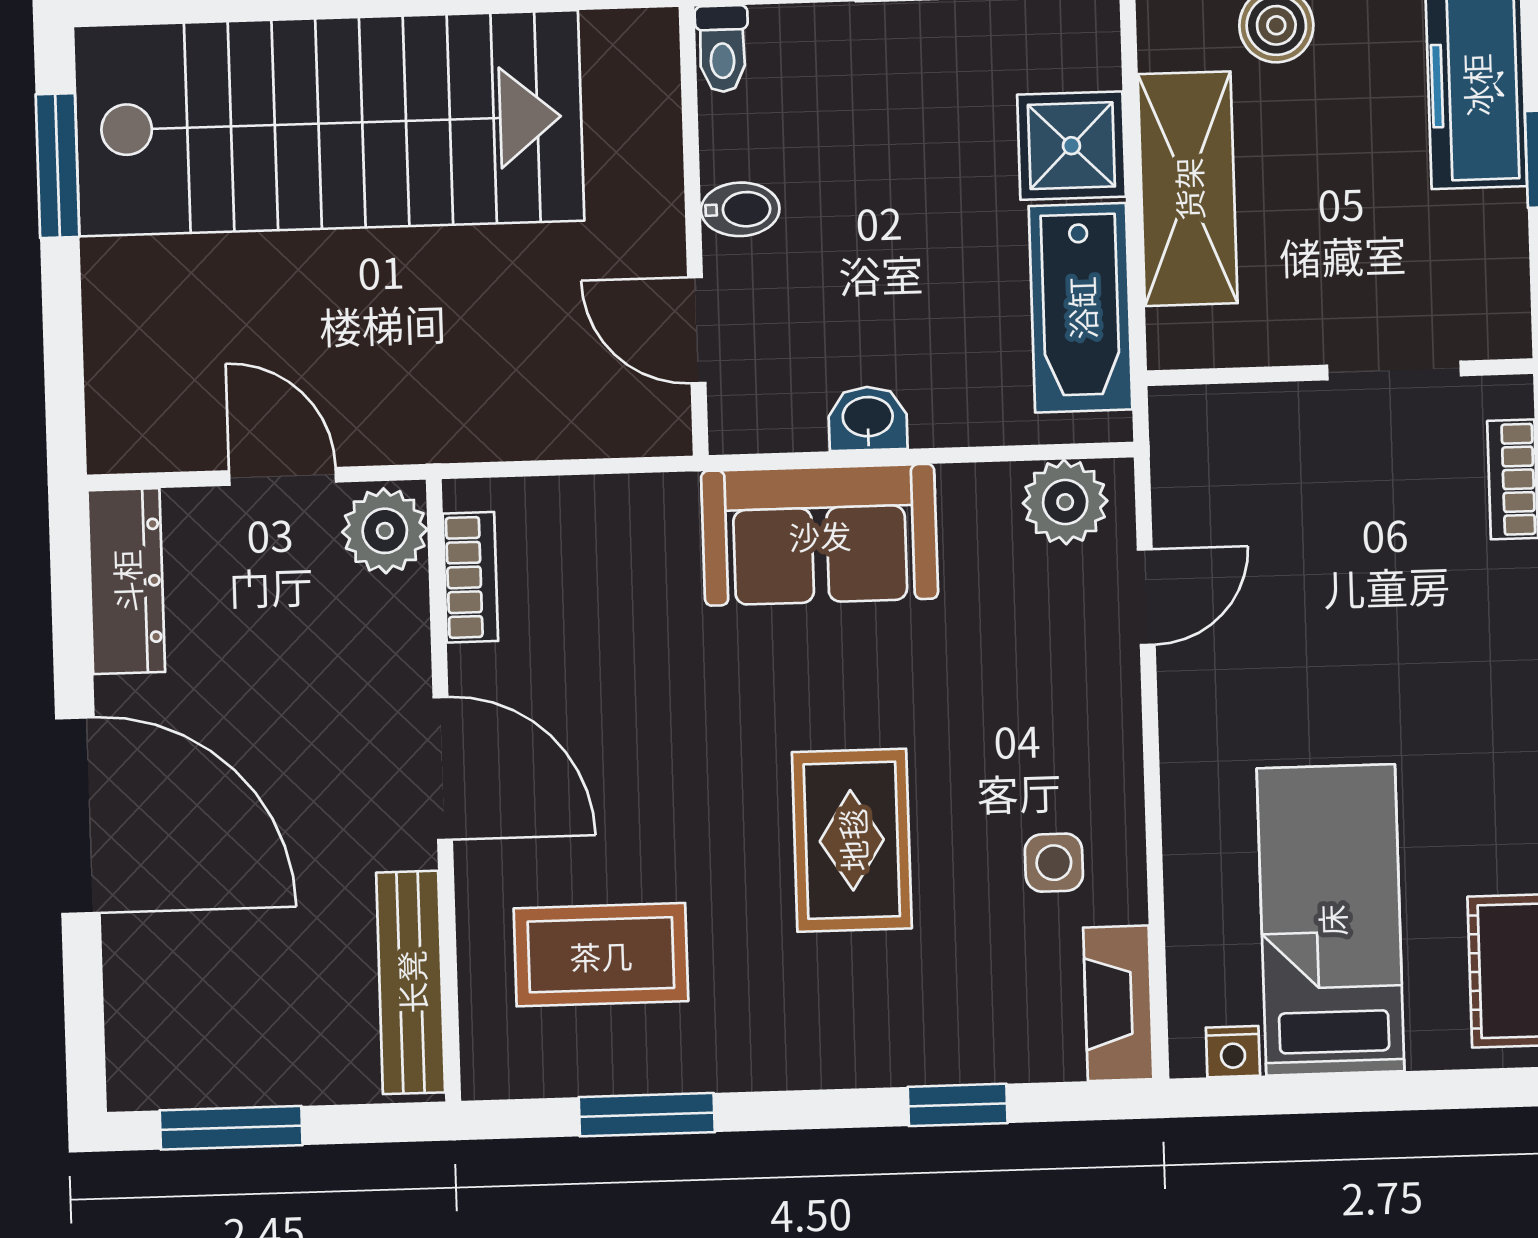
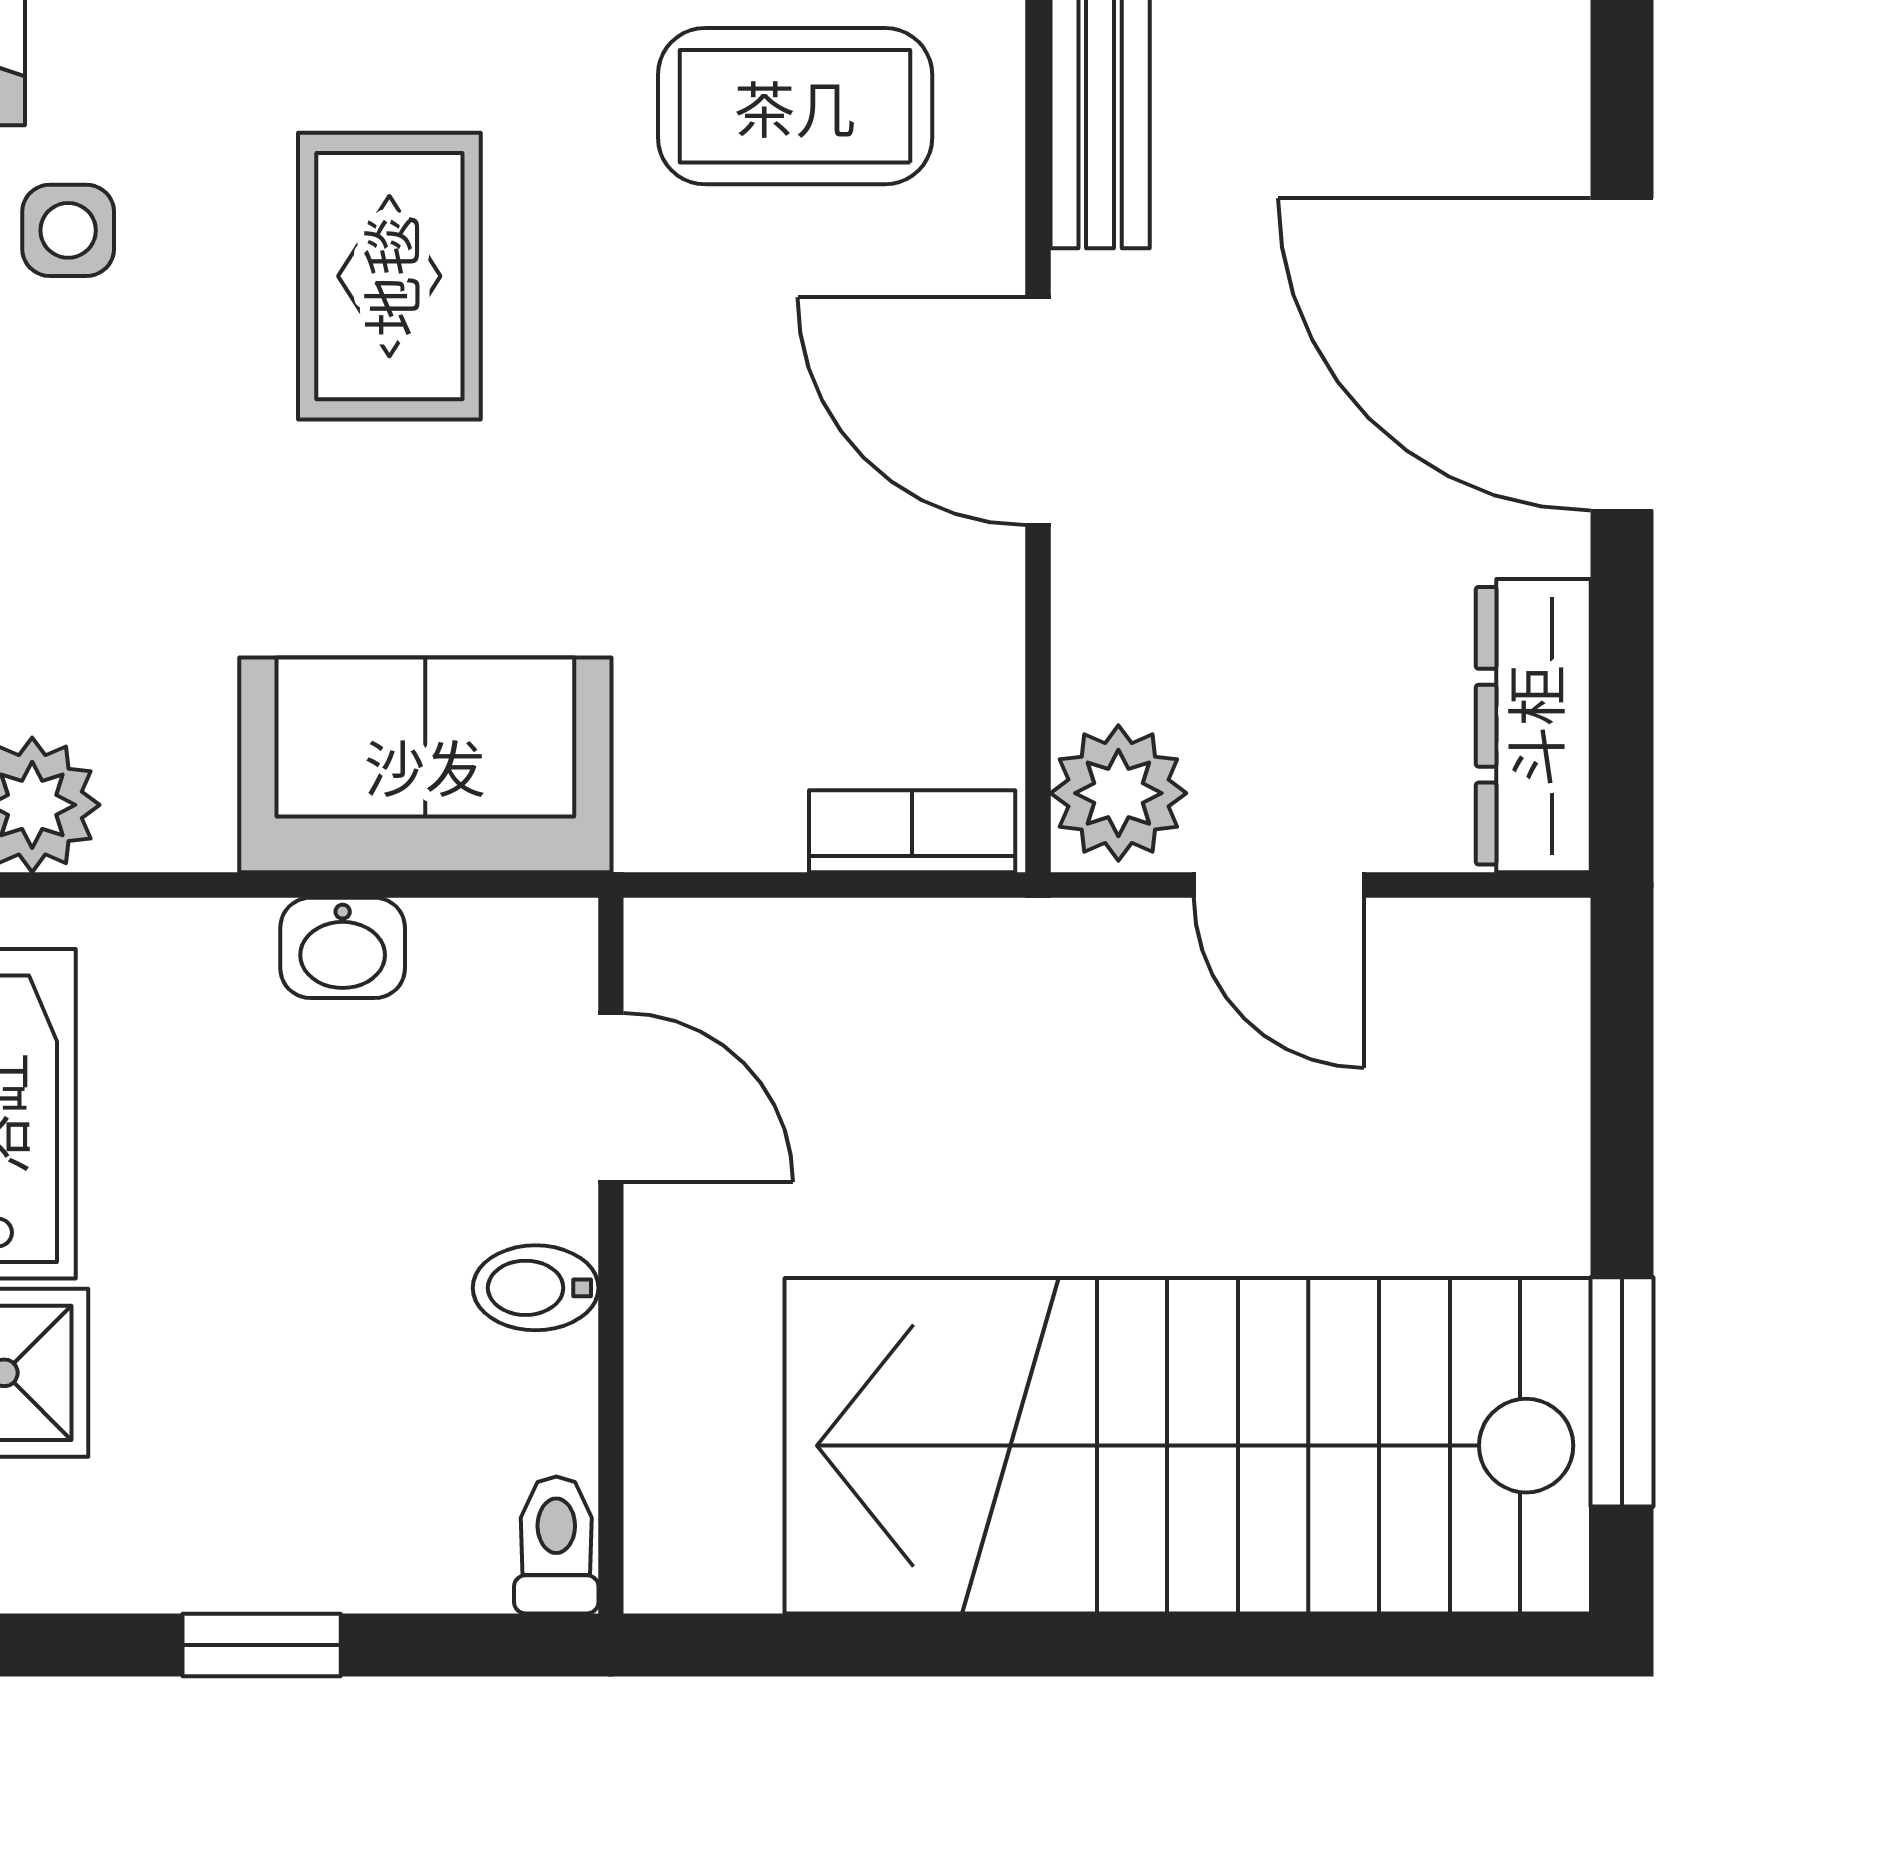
bookcase: (470, 577) -> (912, 831), moved, turned 90

